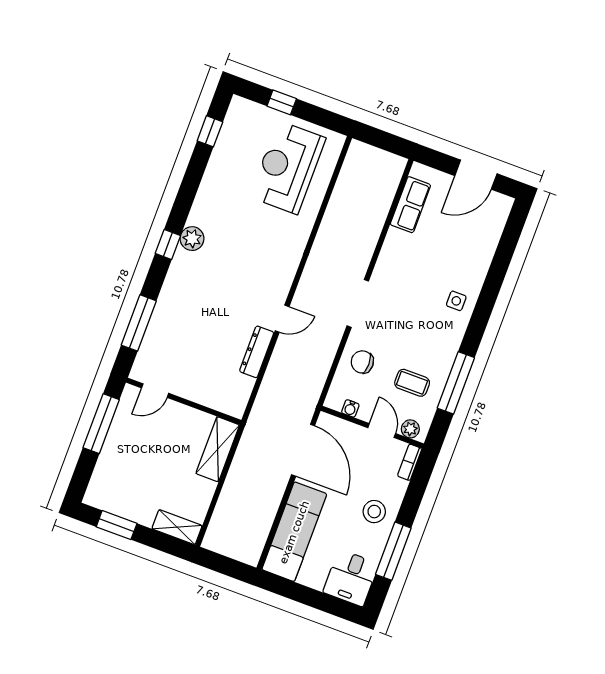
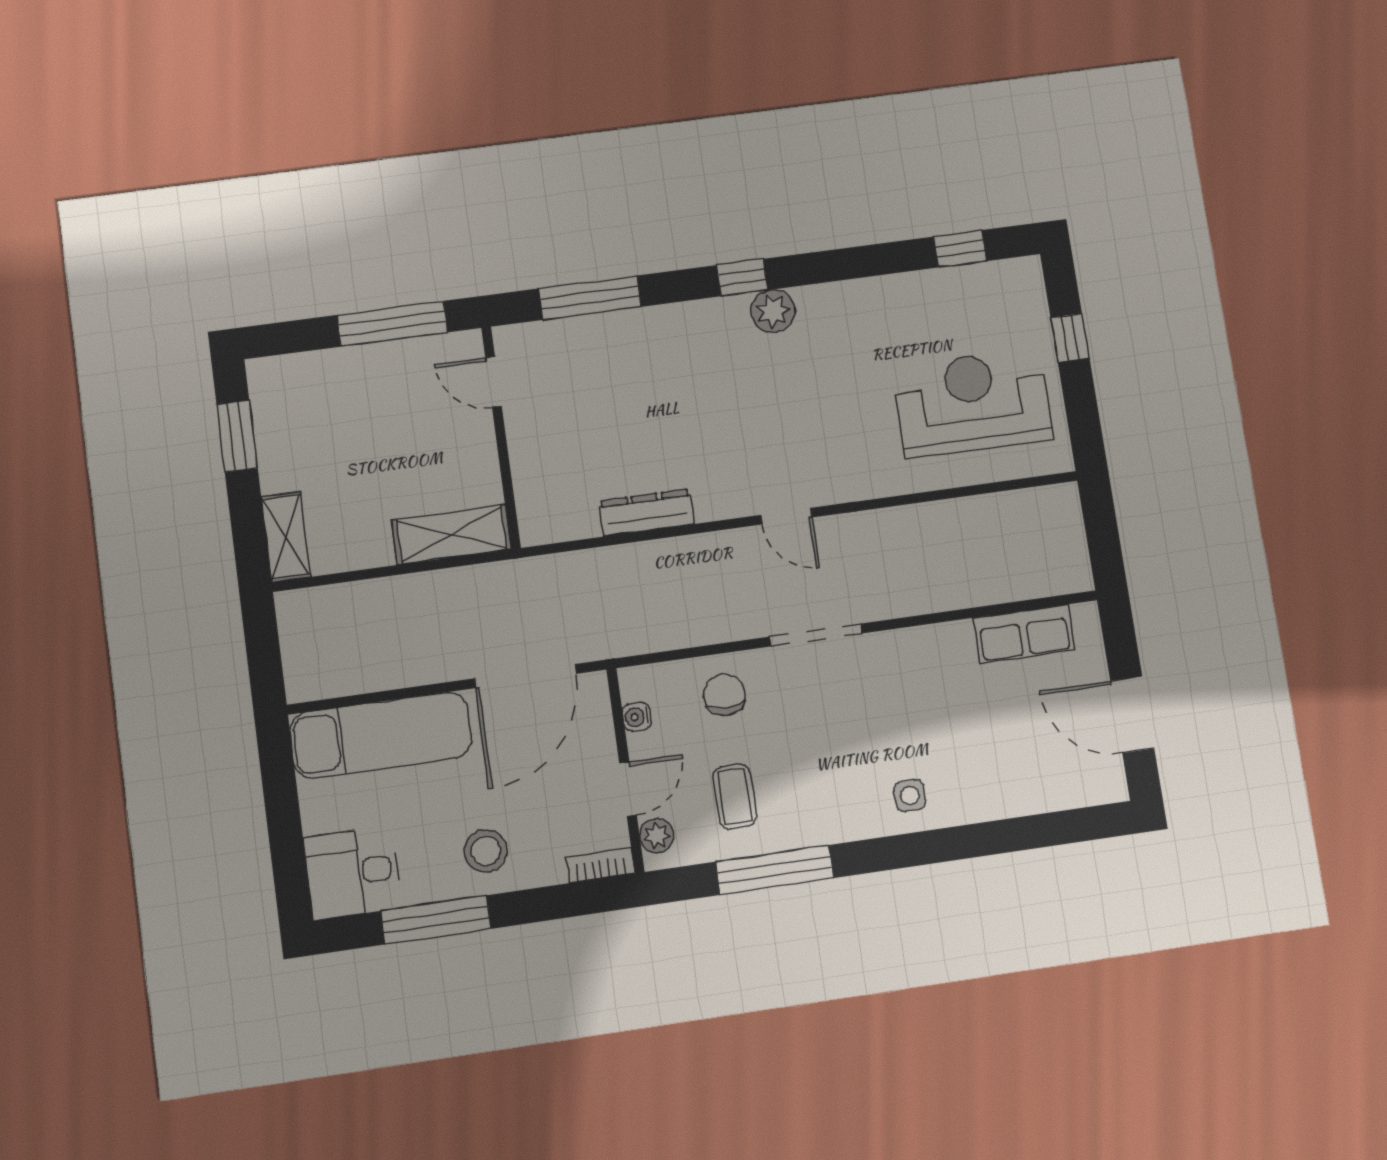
door: (282, 319) -> (787, 516), moved

